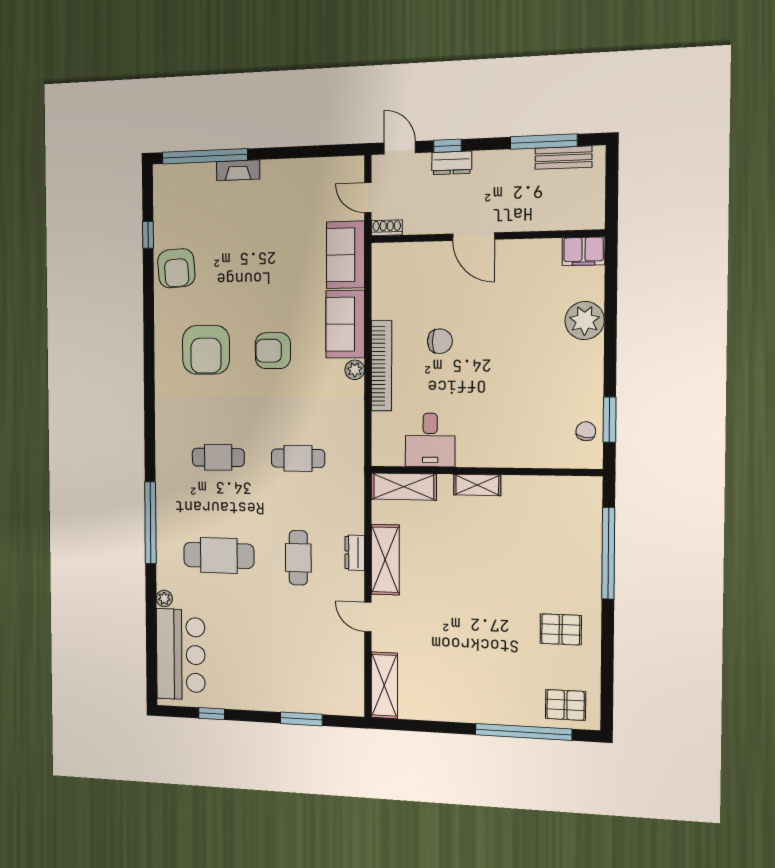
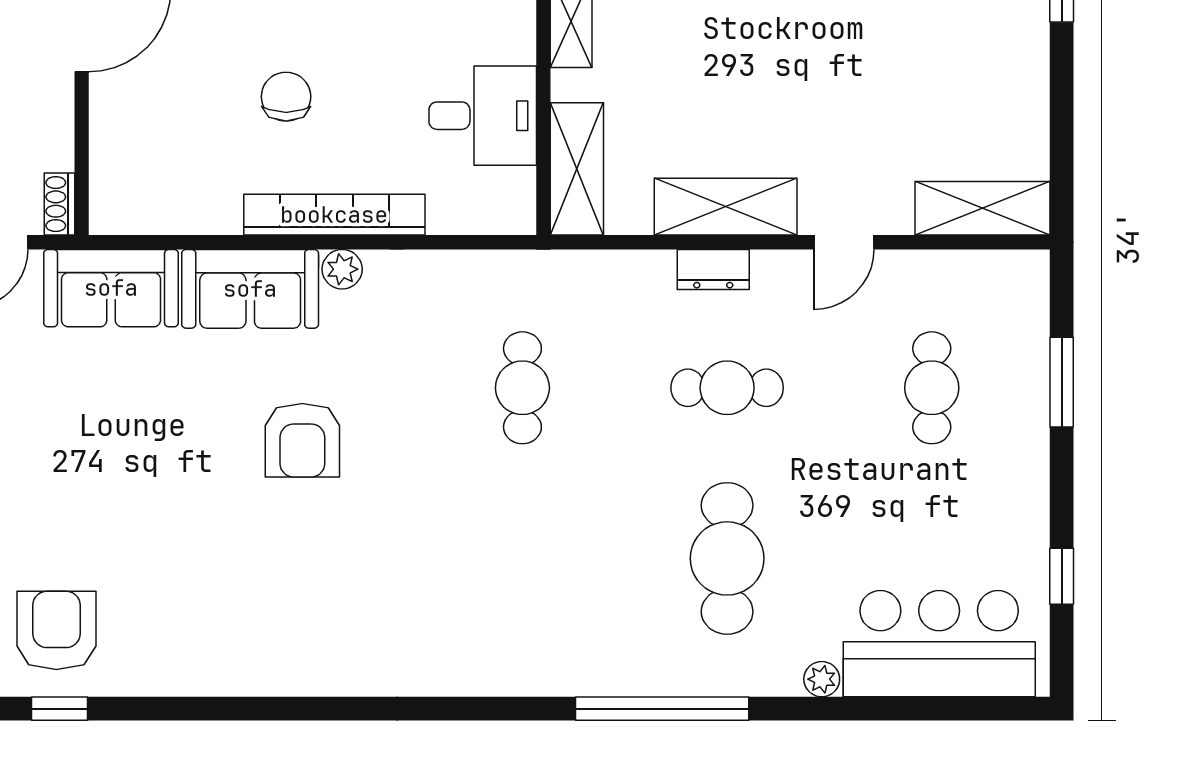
armchair: (176, 268) -> (56, 630), moved, turned -86
armchair: (206, 350) -> (299, 584), removed
cafe table: (218, 457) -> (932, 388), moved

